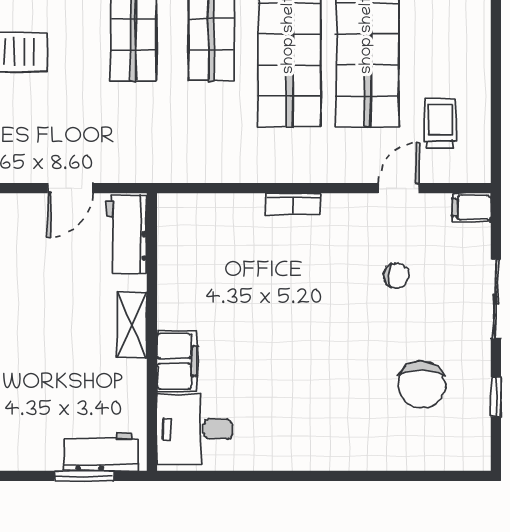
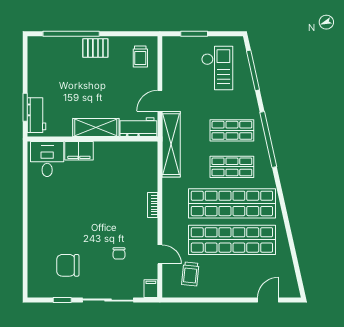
trolley: (440, 123) -> (190, 274), turned 96
shelving: (163, 164) -> (171, 144), added
door: (70, 188) -> (160, 101), hinge flipped
sliding door: (496, 299) -> (108, 300), width x1.37
shelving: (132, 325) -> (96, 127), width x1.50, depth x1.33

